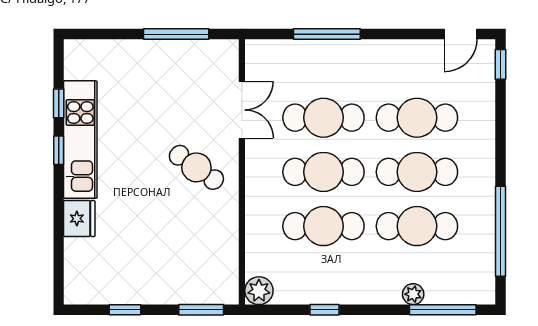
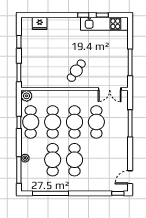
door: (461, 34) -> (130, 177), hinge flipped
double door: (242, 110) -> (110, 89), moved
cafe table: (417, 118) -> (31, 122), moved
kitchen unit: (80, 140) -> (104, 24), moved
fridge: (79, 219) -> (40, 23), moved

